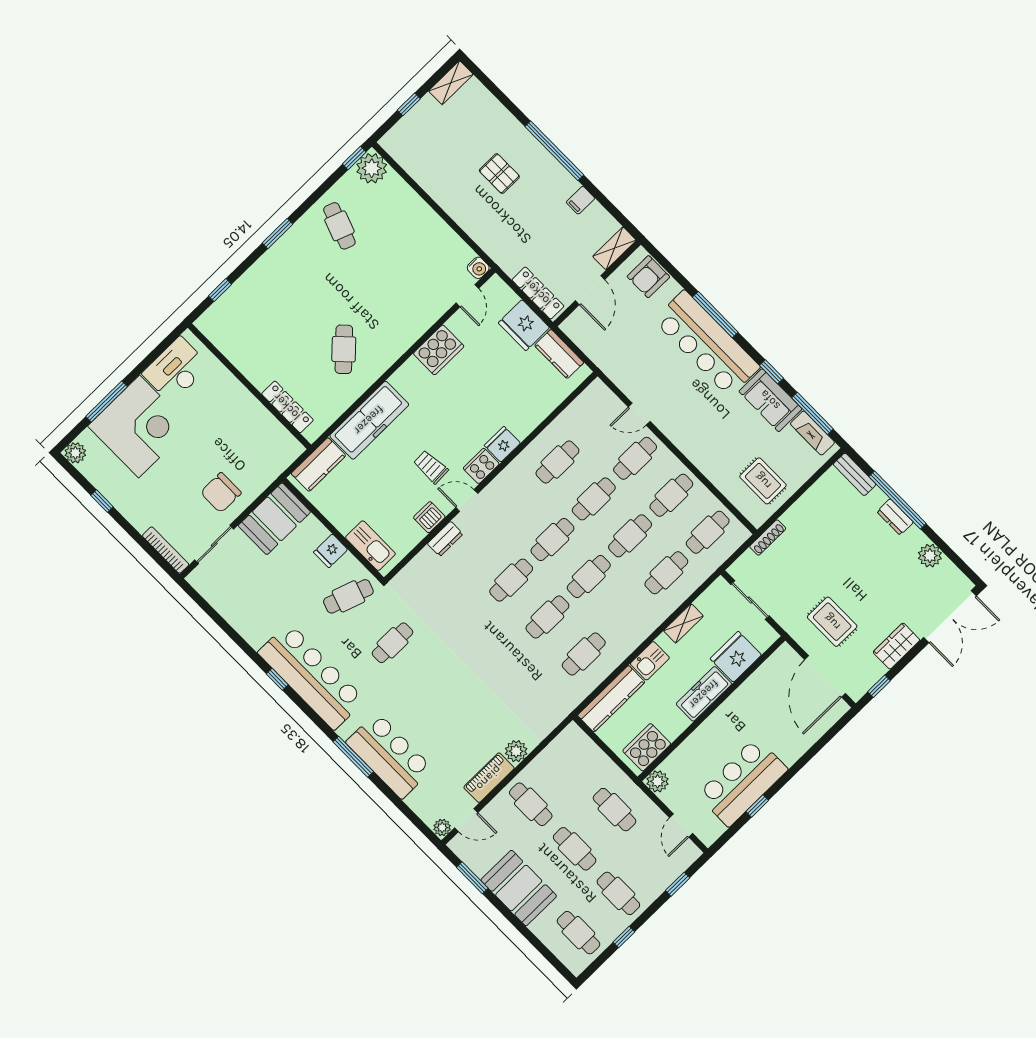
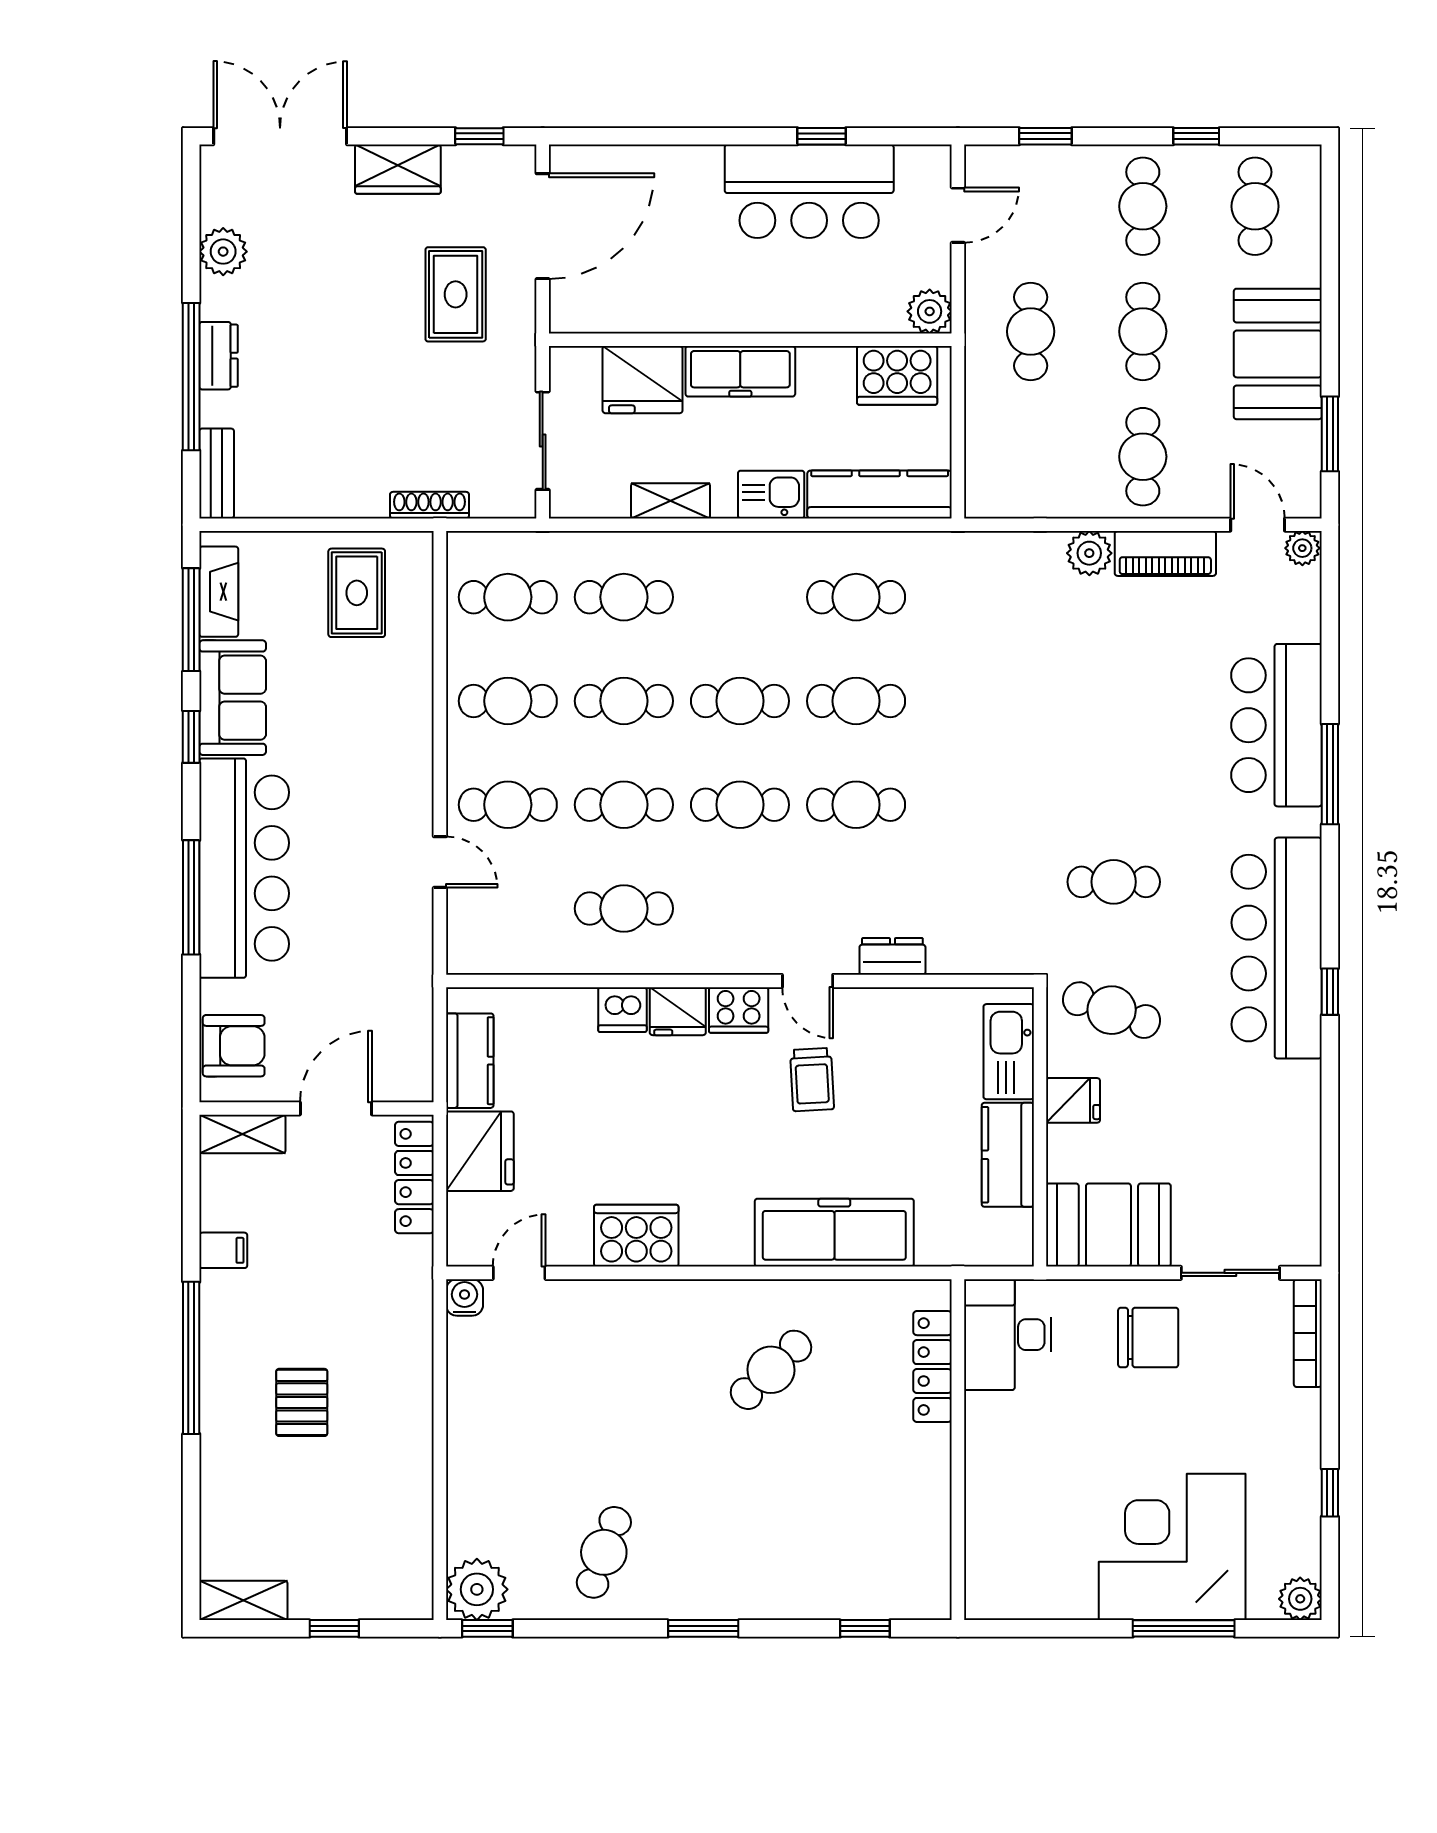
desk: (176, 370) -> (1008, 1335), moved, turned 90
kitchen counter: (318, 465) -> (1008, 1155), moved, turned -90
dishwasher: (429, 517) -> (622, 1010), moved

